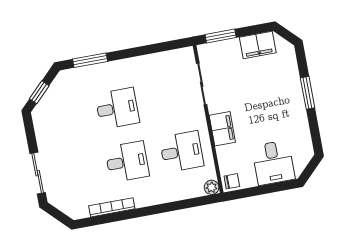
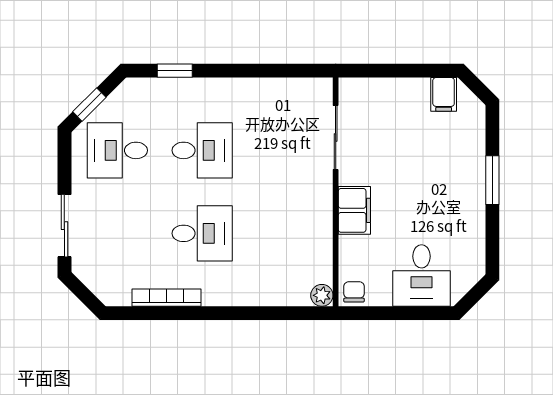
window: (221, 36) -> (378, 71), removed
filing cabinet: (258, 45) -> (444, 94), width x0.50
window: (90, 60) -> (175, 71), width x0.67
desk: (182, 152) -> (117, 150), moved, turned 180
chair: (232, 181) -> (354, 292), turned -90

